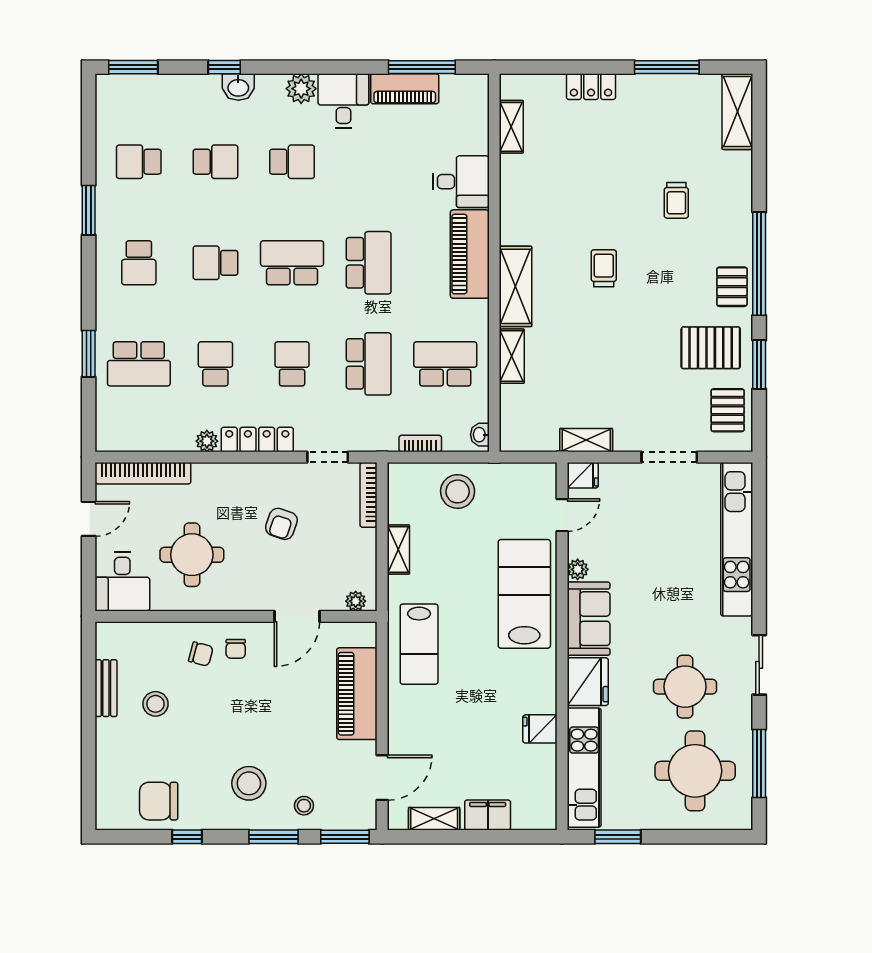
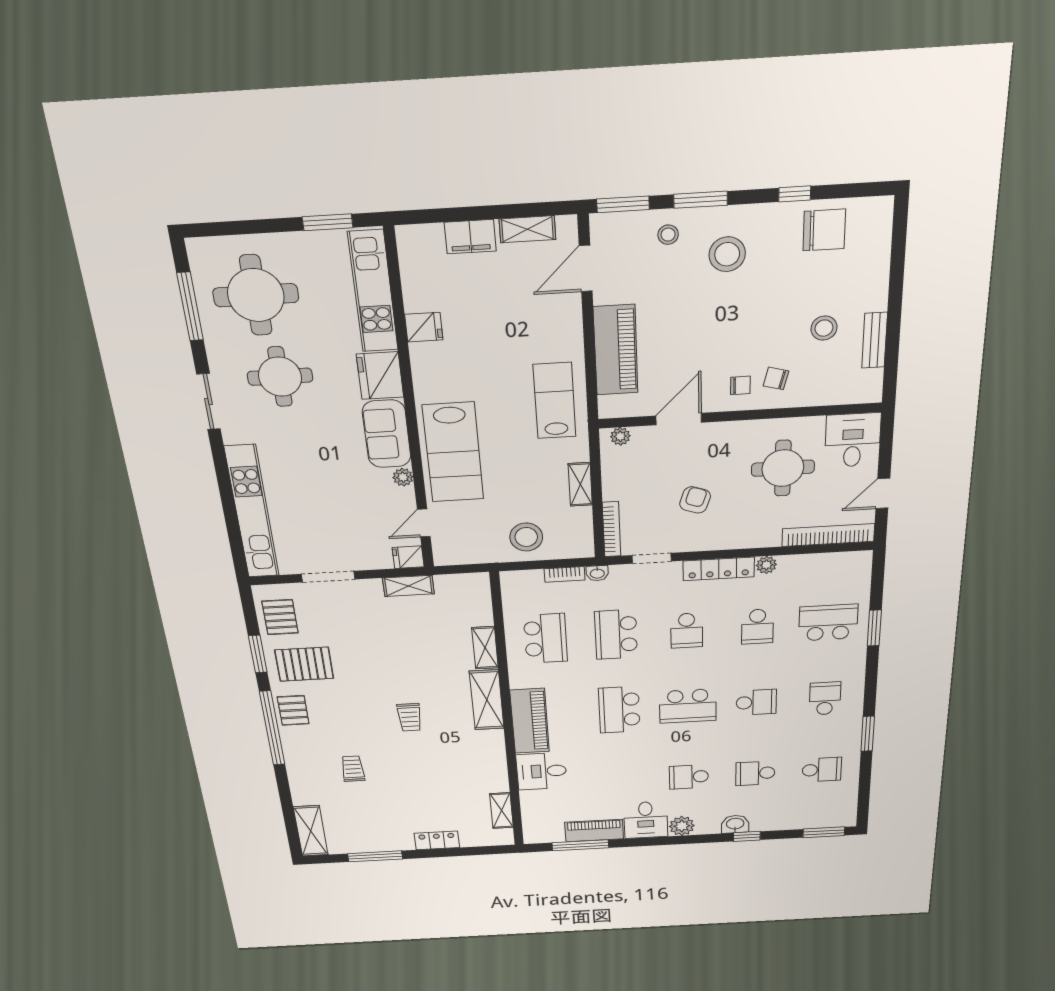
school desk: (445, 364) -> (546, 638), turned -90
washbasin: (480, 435) -> (597, 573), moved, turned 90
chair: (236, 649) -> (740, 385), turned 90

